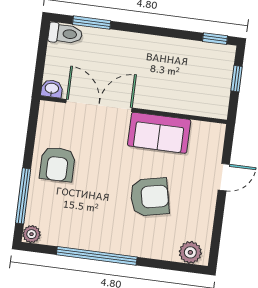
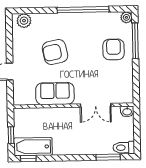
bathtub: (205, 56) -> (33, 147), added
double door: (99, 105) -> (96, 105), width x0.73
armchair: (57, 164) -> (114, 49), moved

